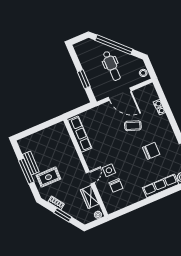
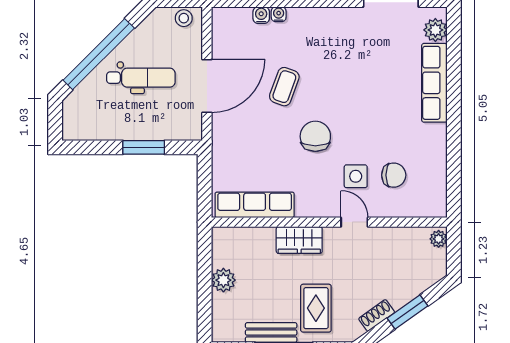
plant: (44, 135) -> (223, 280), added
chair: (151, 151) -> (315, 136), moved
wardrobe: (90, 197) -> (299, 240), moved

